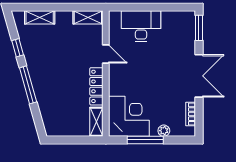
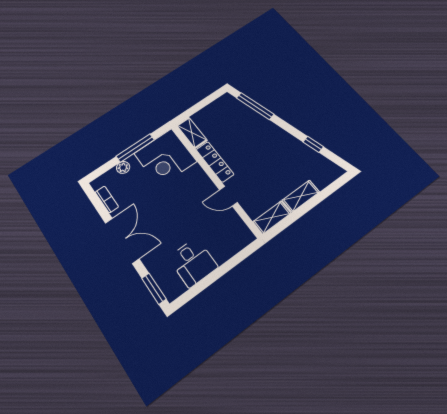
shelving: (40, 17) -> (301, 196), moved
desk: (141, 26) -> (193, 262), moved, width x0.73
double door: (199, 76) -> (122, 241), swing flipped
window: (28, 85) -> (255, 106), moved

